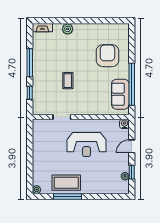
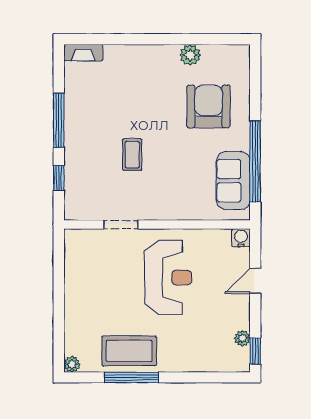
plant: (68, 29) -> (190, 55), moved
reception desk: (87, 145) -> (168, 277), turned -90
window: (132, 172) -> (255, 351), moved

